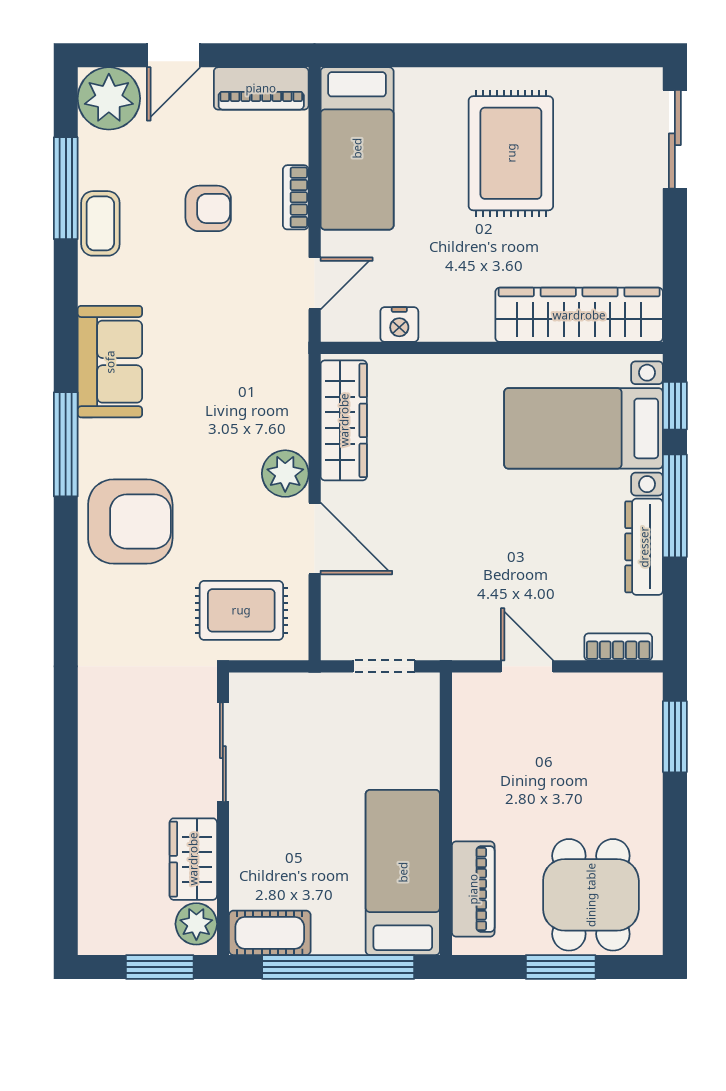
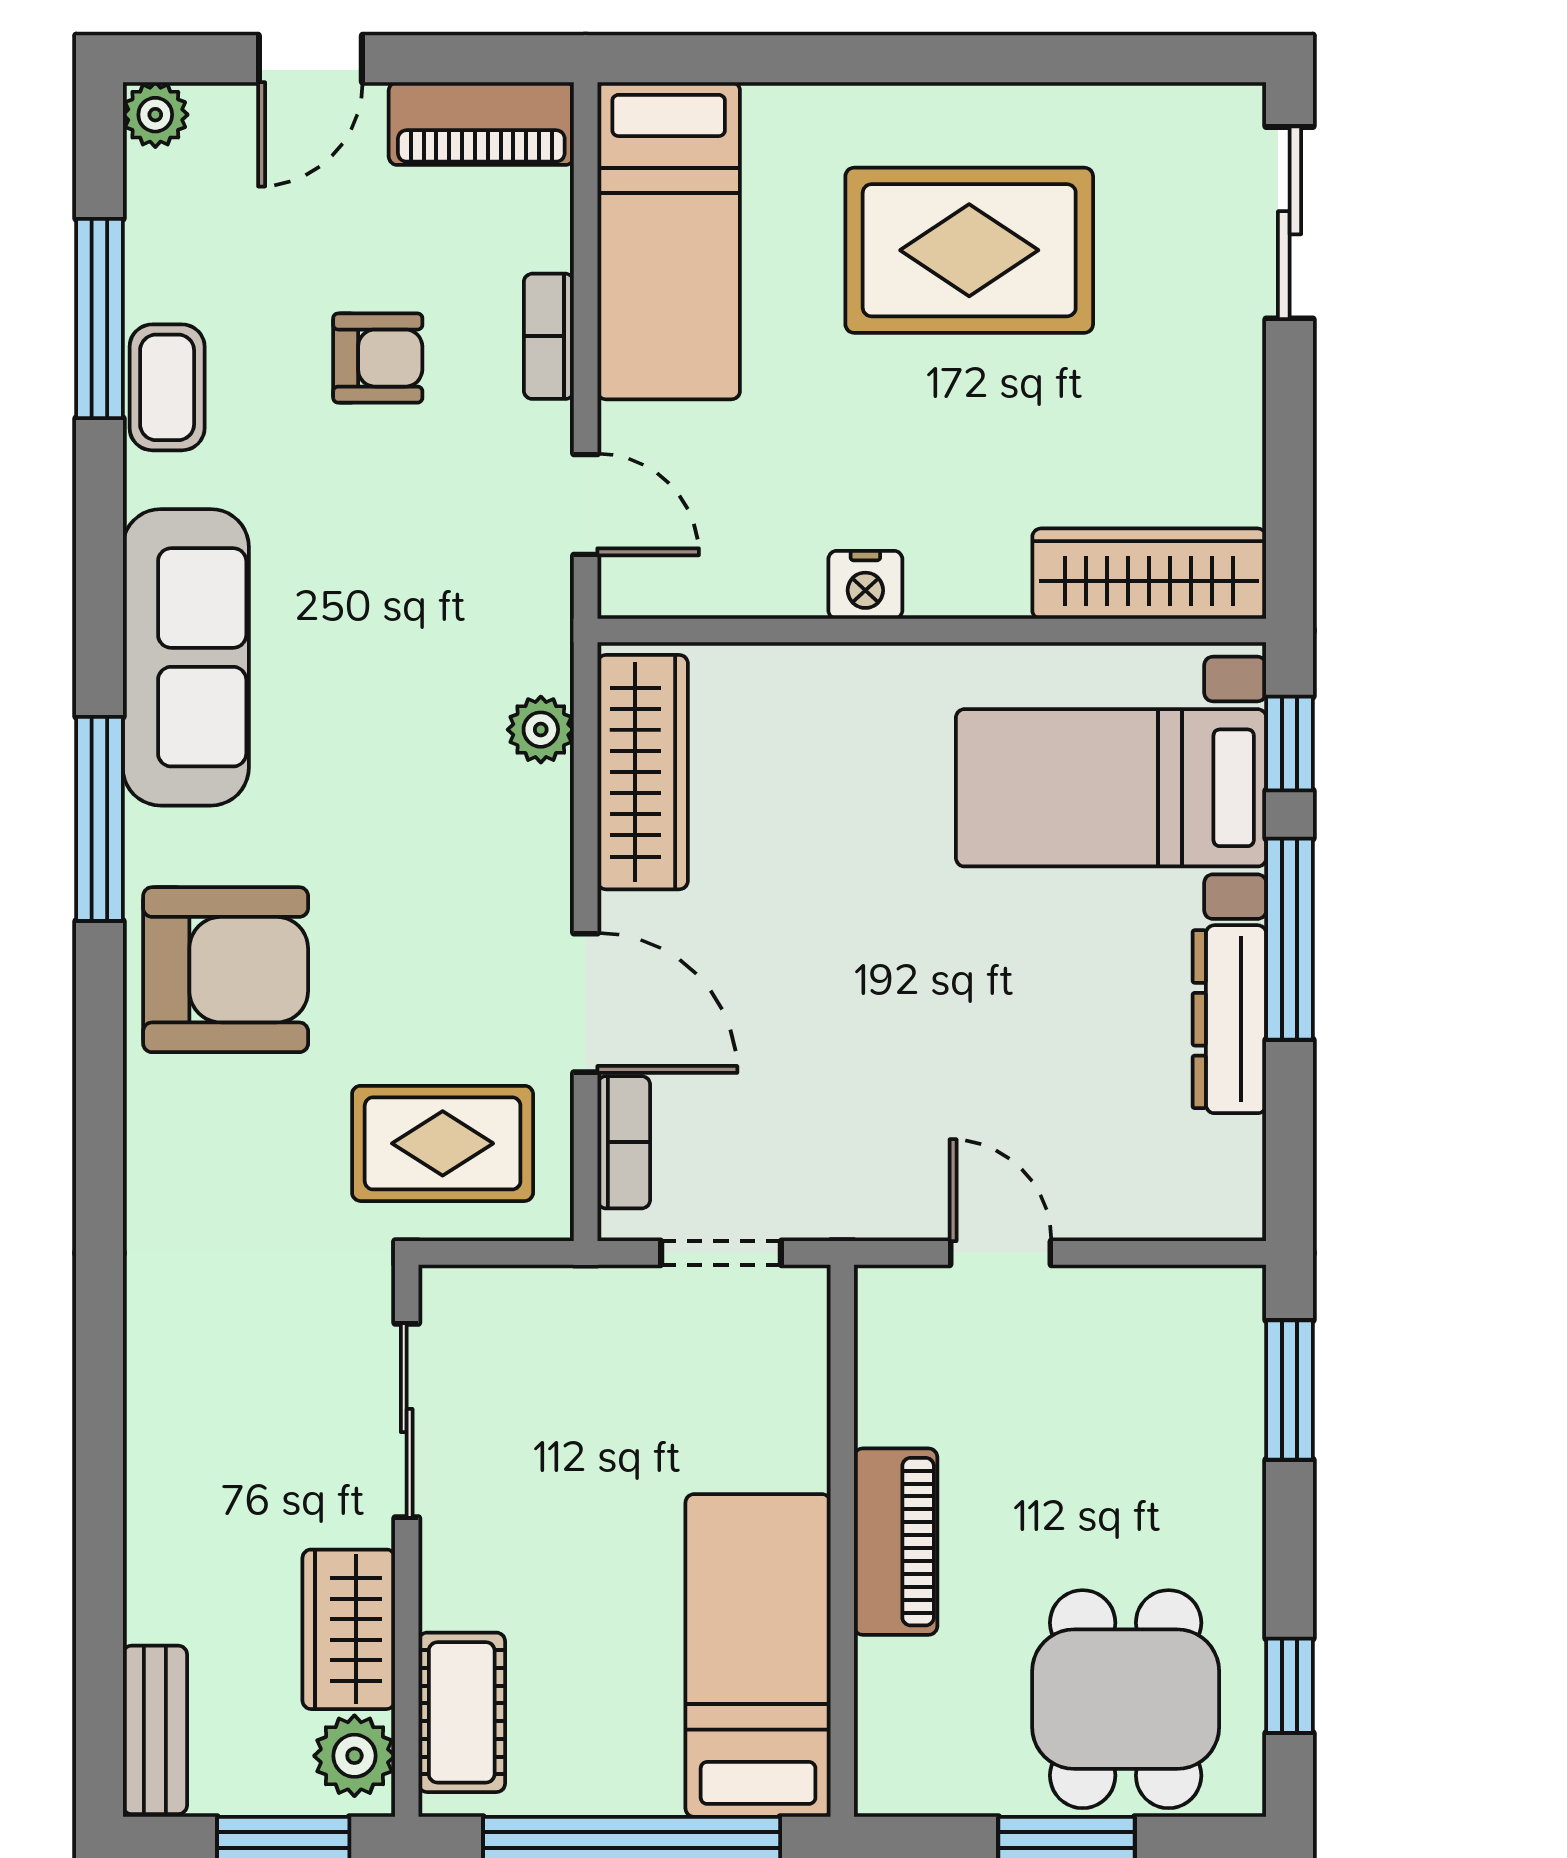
plant: (109, 98) -> (155, 115), width x0.53, depth x0.53
rug: (511, 153) -> (969, 250), turned 90
door: (315, 283) -> (586, 505), hinge flipped
wardrobe: (579, 315) -> (1149, 574), width x0.71, depth x0.85
nightstand: (399, 325) -> (865, 585), moved
sofa: (110, 362) -> (186, 657), width x1.36
plant: (285, 474) -> (541, 730), moved, width x0.73, depth x0.73
bookcase: (618, 647) -> (624, 1142), moved, turned 90
window: (675, 888) -> (1290, 1686), added
piano: (473, 889) -> (896, 1542), moved
bench: (94, 911) -> (155, 1730), added
cot: (270, 933) -> (462, 1712), moved, turned 90

